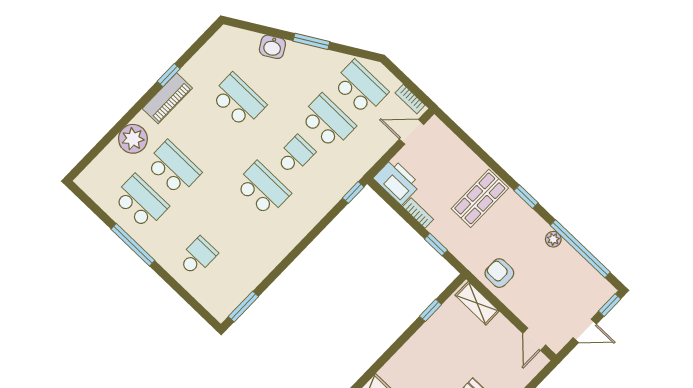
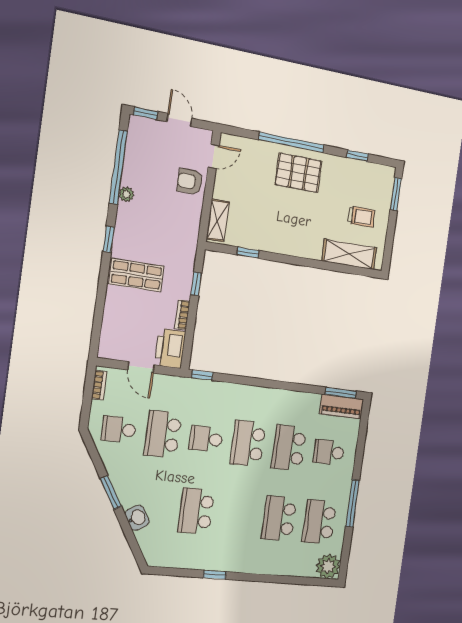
school desk: (360, 88) -> (119, 429), width x0.54
piano: (167, 98) -> (342, 407), moved, turned 180
door: (412, 132) -> (141, 367), moved
plant: (133, 139) -> (328, 566), moved
school desk: (230, 223) -> (289, 448), added
armchair: (499, 273) -> (190, 181), moved, turned 90

